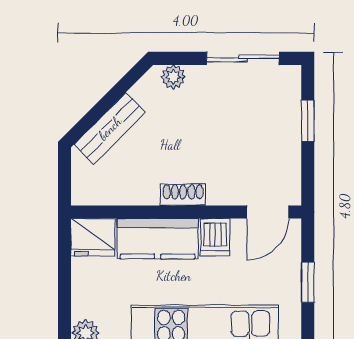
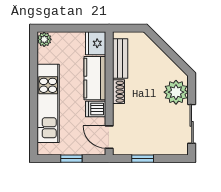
plant: (173, 77) -> (176, 92), width x1.88, depth x1.88
window: (308, 121) -> (143, 159), moved
bench: (110, 128) -> (120, 58), moved, turned 45

